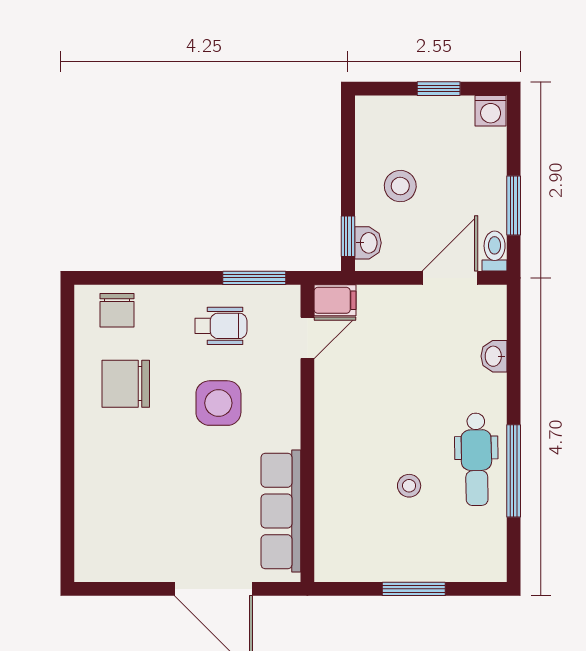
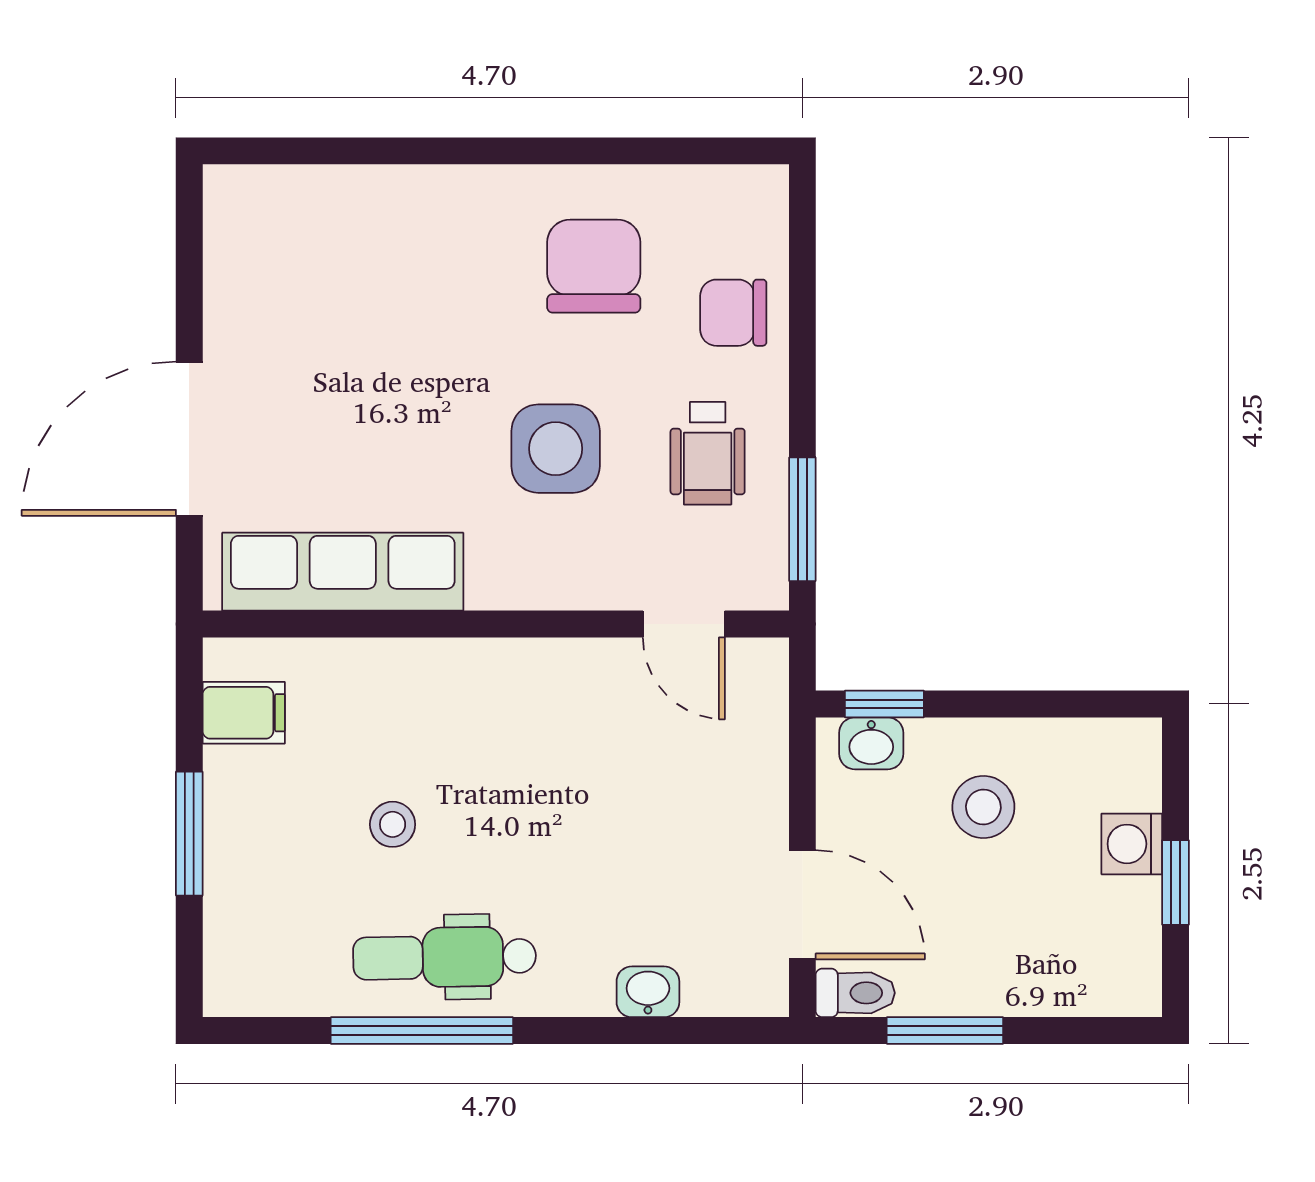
washing machine: (491, 111) -> (1132, 844), moved
filing cabinet: (335, 300) -> (244, 713), moved, turned -90
chair: (117, 310) -> (733, 313), moved

